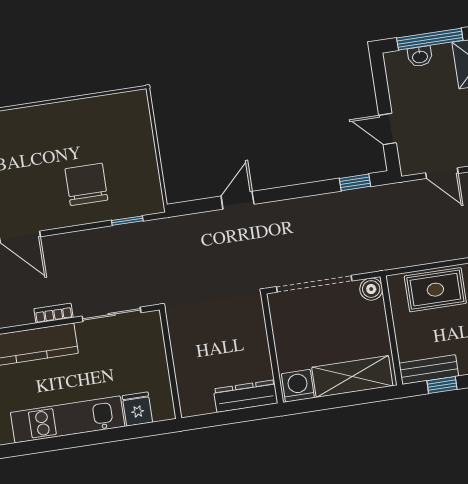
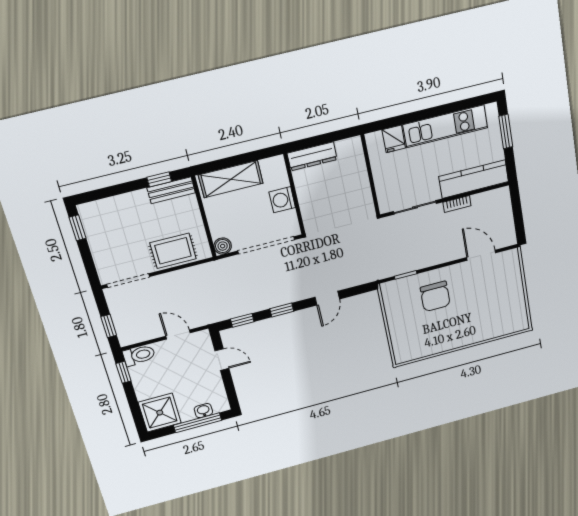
window: (301, 191) -> (282, 310), added
washing machine: (298, 386) -> (282, 200), moved, turned 90

